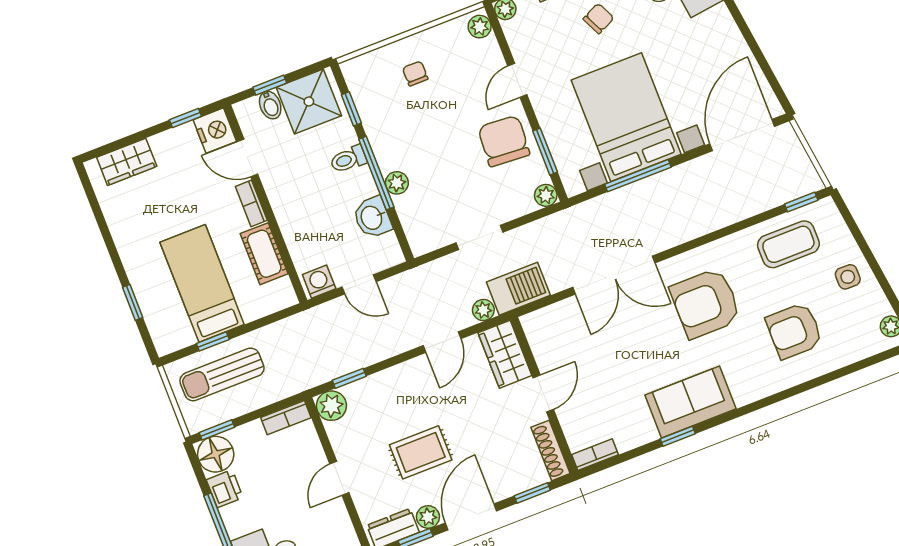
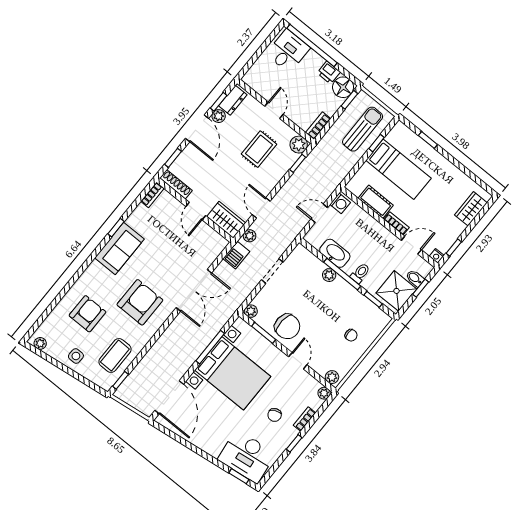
nightstand: (215, 131) -> (437, 256), width x0.53, depth x0.56
washbasin: (372, 217) -> (335, 253), width x1.38
double door: (614, 275) -> (194, 290), swing flipped
barbecue: (518, 289) -> (236, 255), width x0.73, depth x0.79
rug: (421, 452) -> (259, 149), moved

